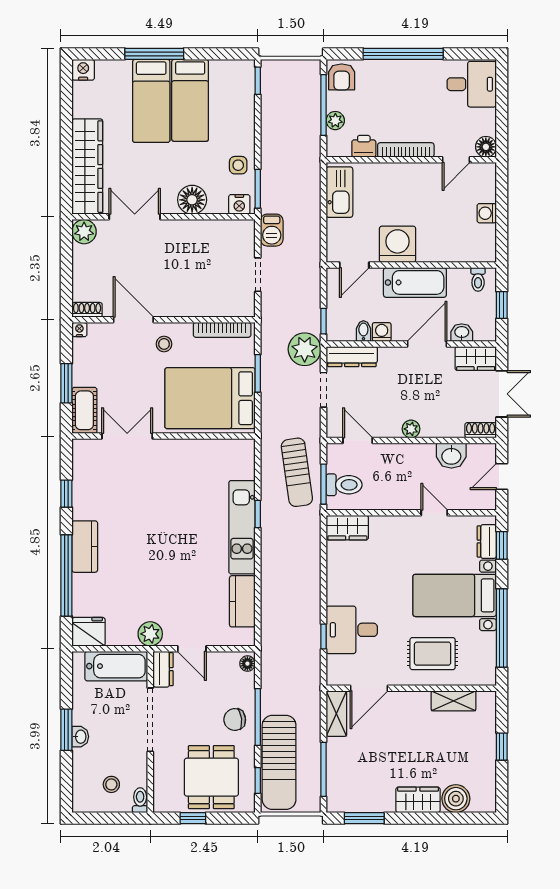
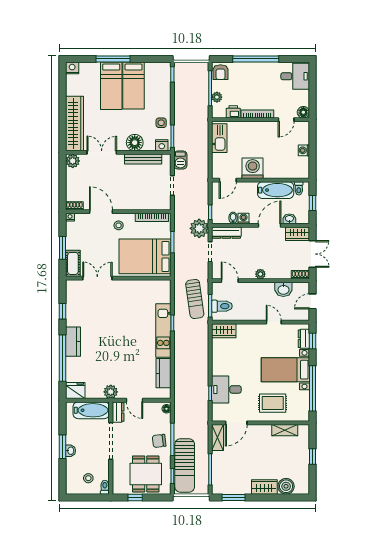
bench: (207, 228) -> (143, 159), added
bathtub: (415, 282) -> (276, 190), moved

